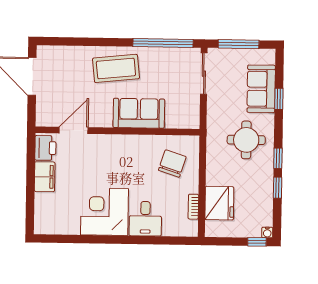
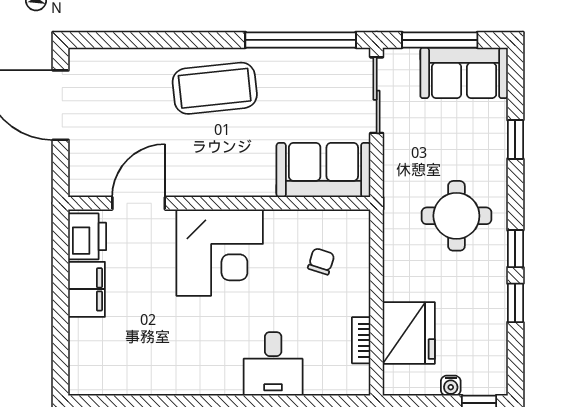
sofa: (261, 89) -> (464, 73), moved, turned -90
sofa: (139, 113) -> (323, 170), moved
chair: (172, 163) -> (321, 261), width x0.54, depth x0.54
corner desk: (105, 212) -> (220, 253), moved, turned 180
water cooler: (267, 232) -> (451, 386), moved

